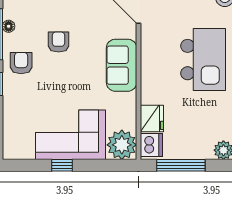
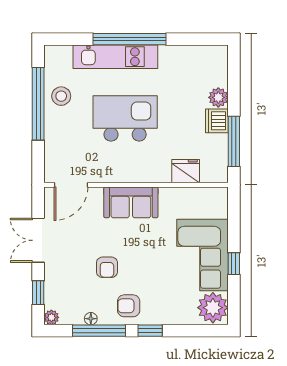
armchair: (59, 42) -> (107, 267), turned -90
plant: (122, 145) -> (213, 308), moved
dishwasher: (151, 145) -> (217, 121), moved, turned -90

